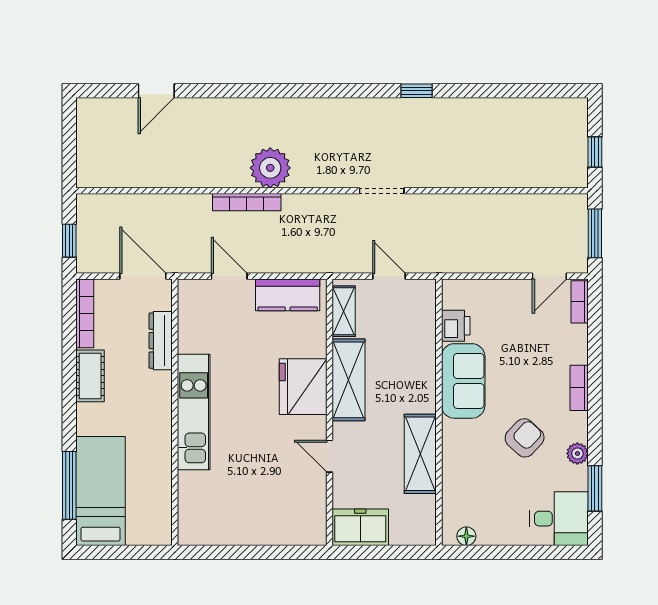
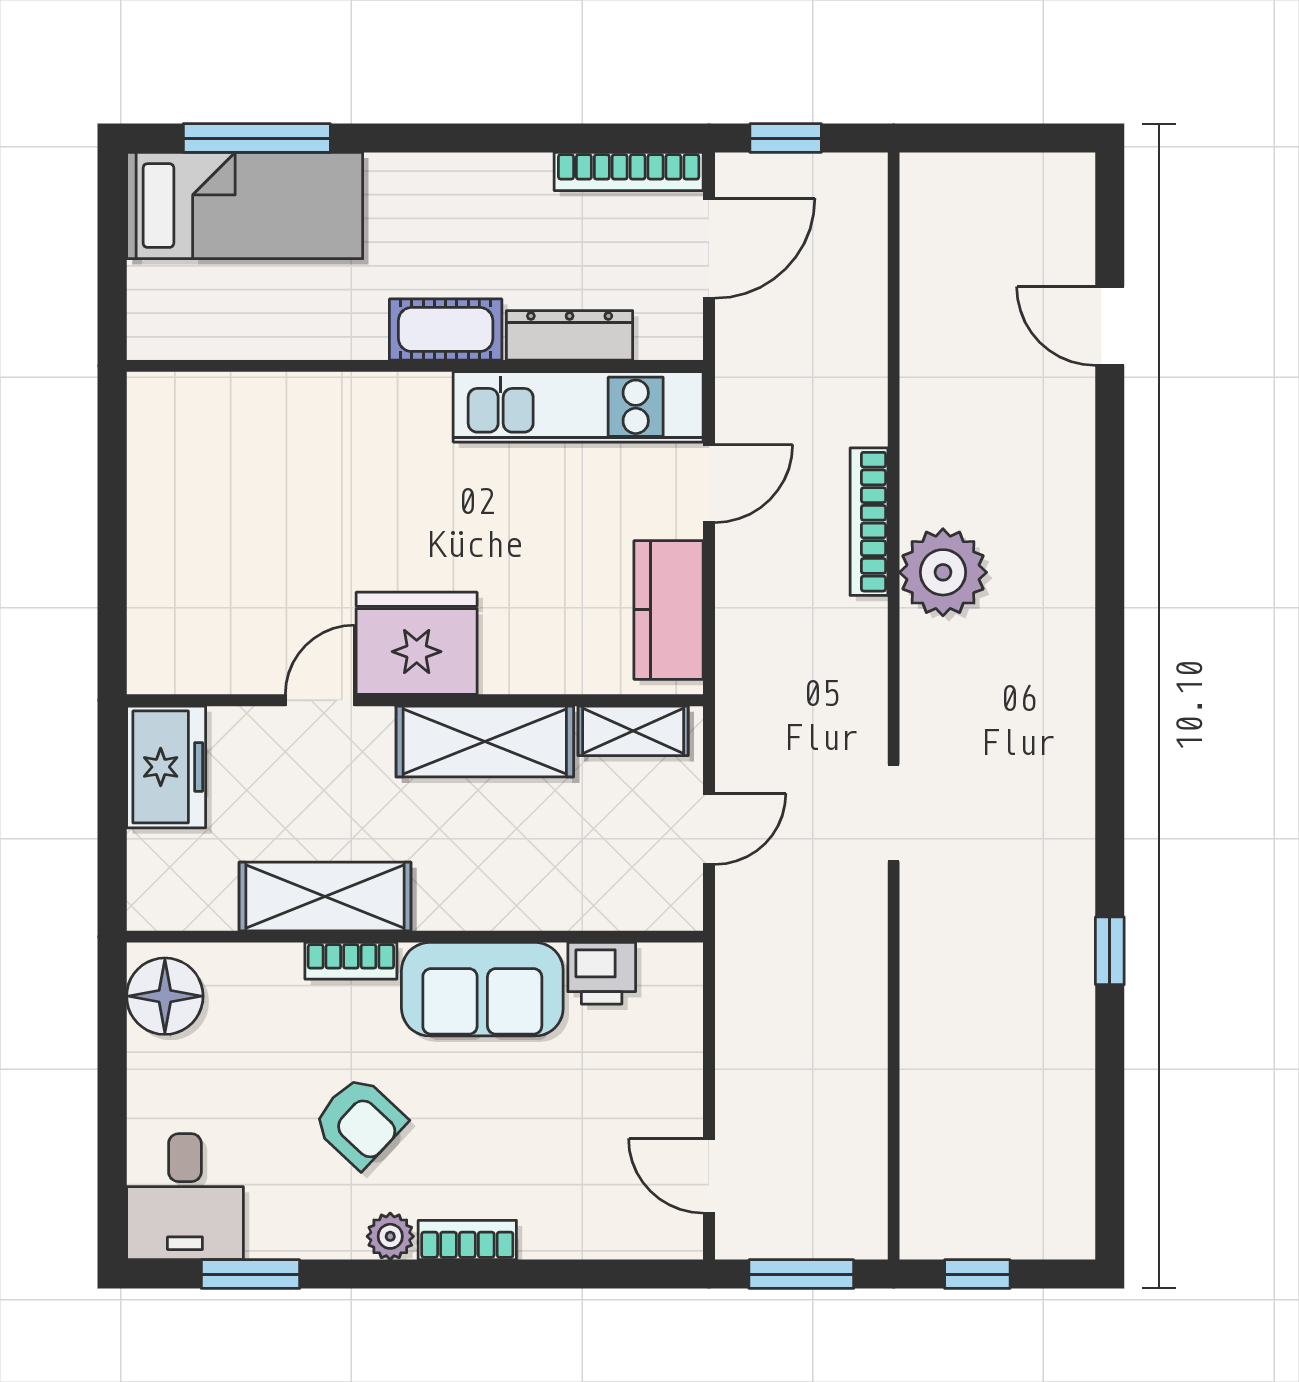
window: (417, 91) -> (1110, 951), moved
door: (143, 276) -> (709, 248), moved
bookcase: (580, 302) -> (351, 961), moved, turned 180
cot: (90, 376) -> (446, 329), moved
fridge: (303, 387) -> (417, 643), moved
kitchen unit: (194, 412) -> (578, 407), moved
plant: (577, 453) -> (390, 1236), moved
floor lamp: (466, 536) -> (165, 996), width x1.89, depth x1.89

